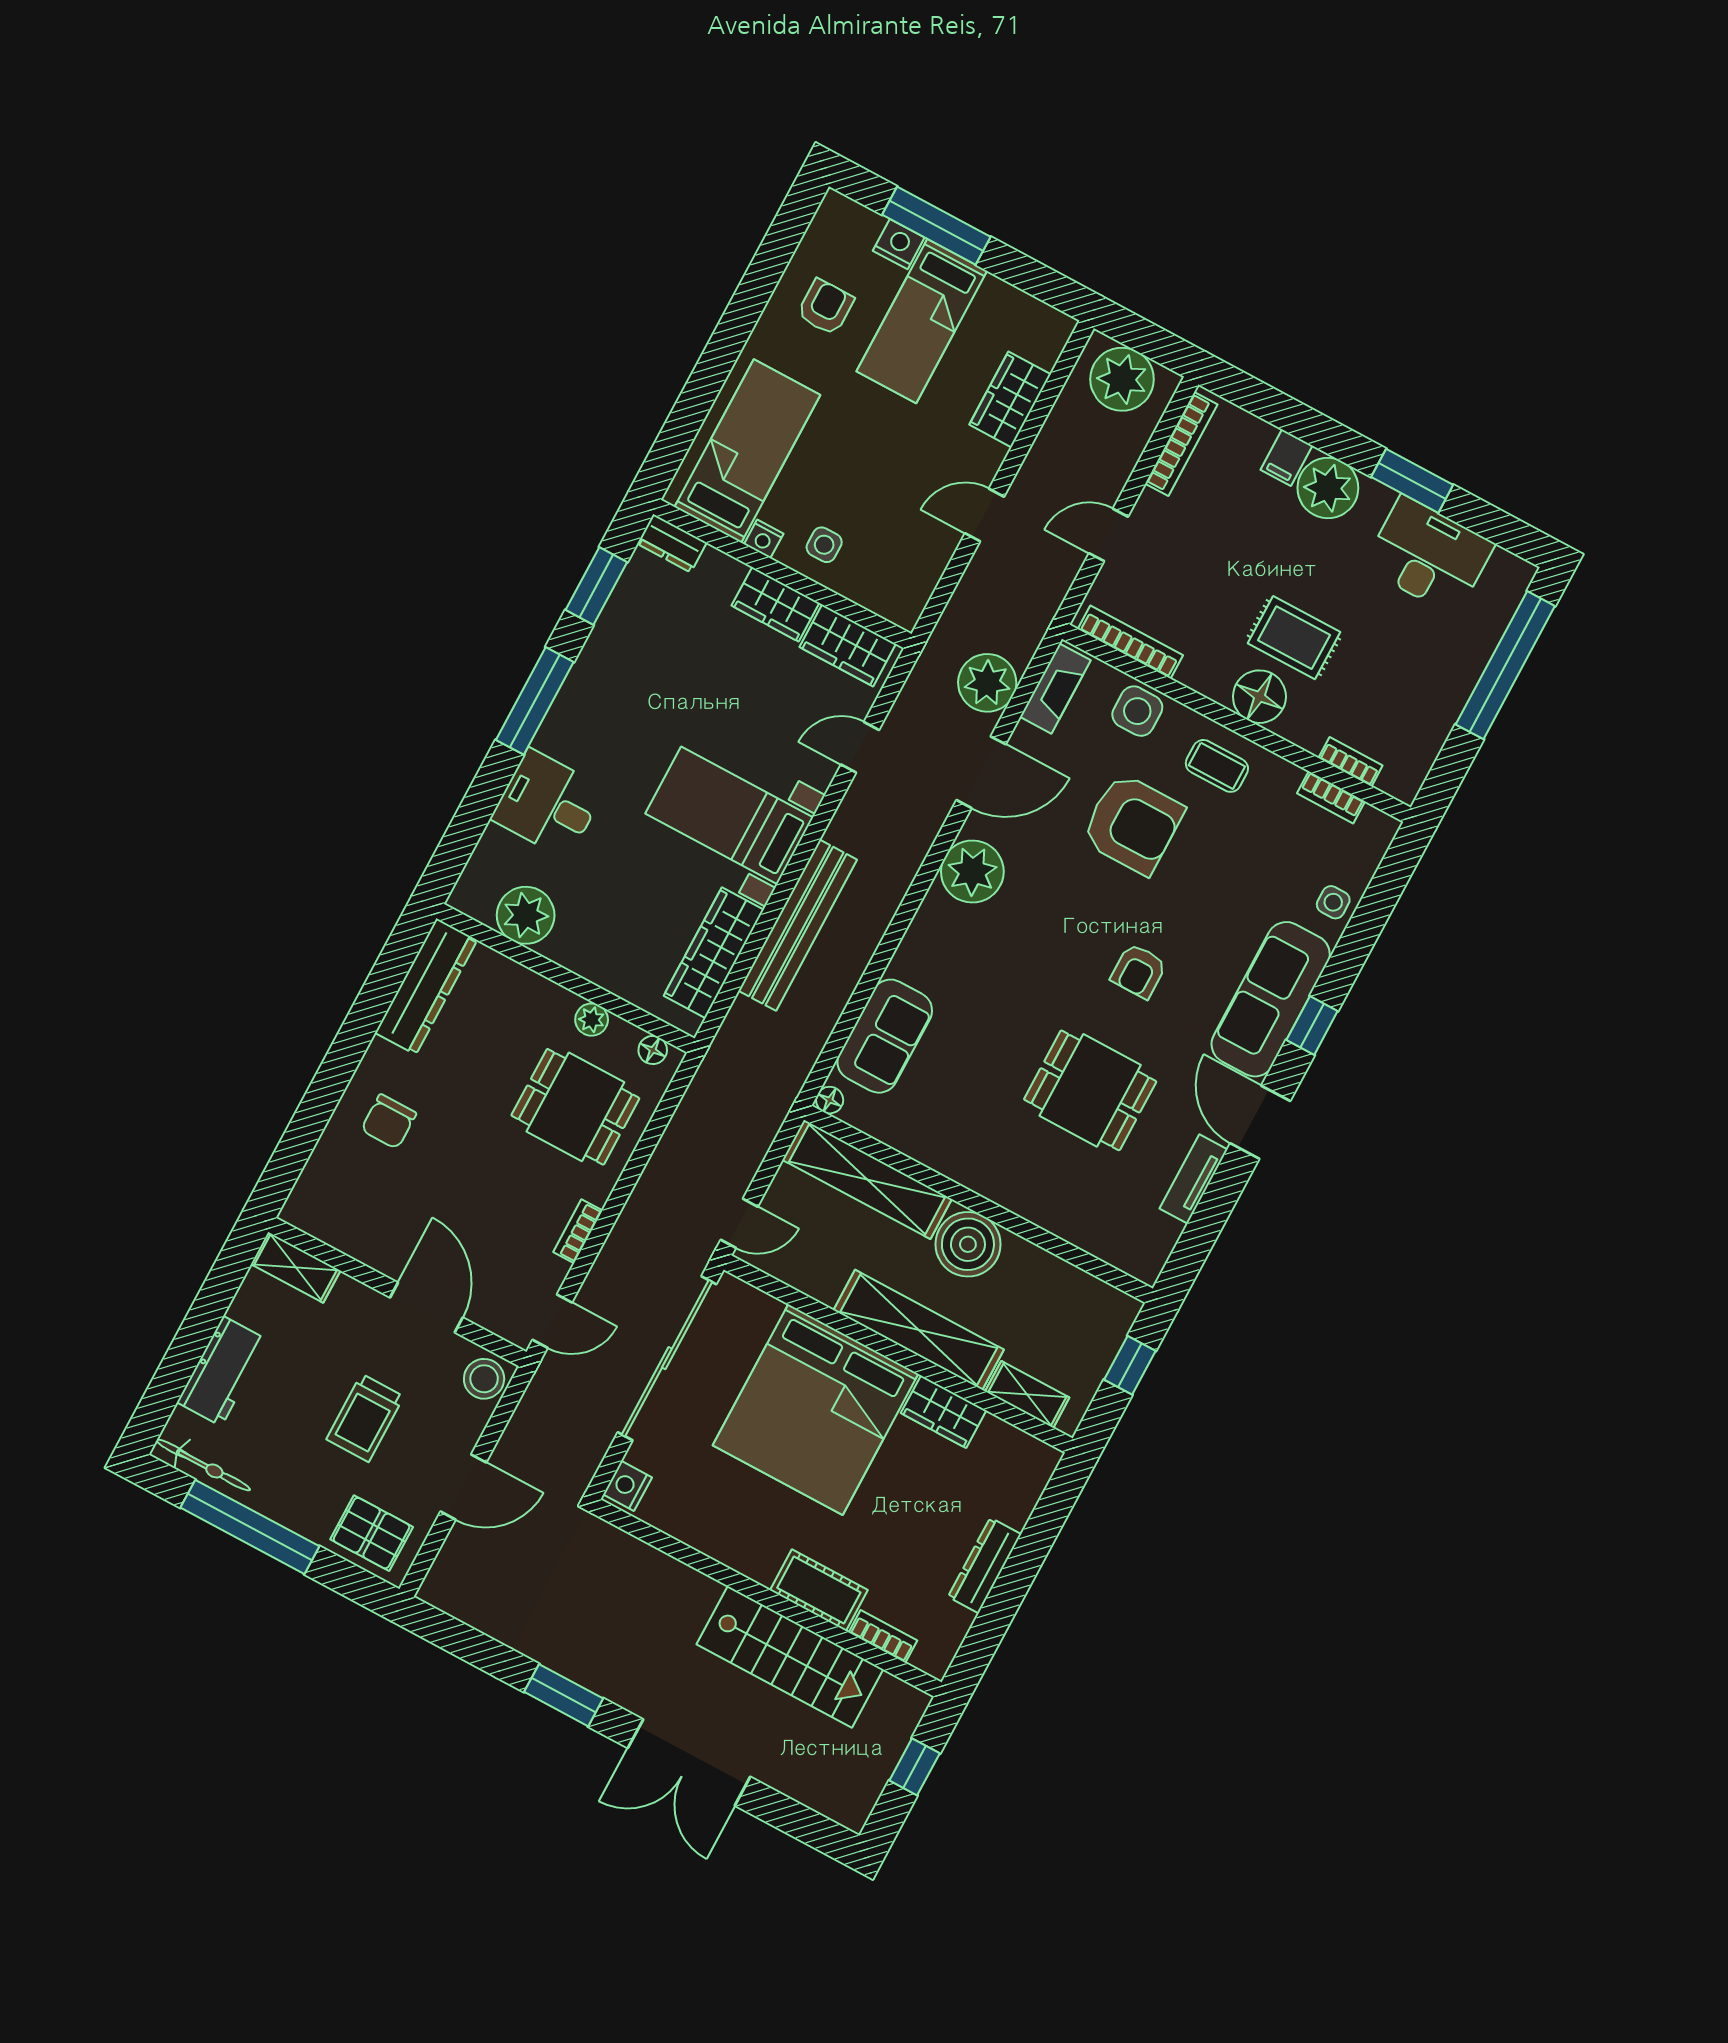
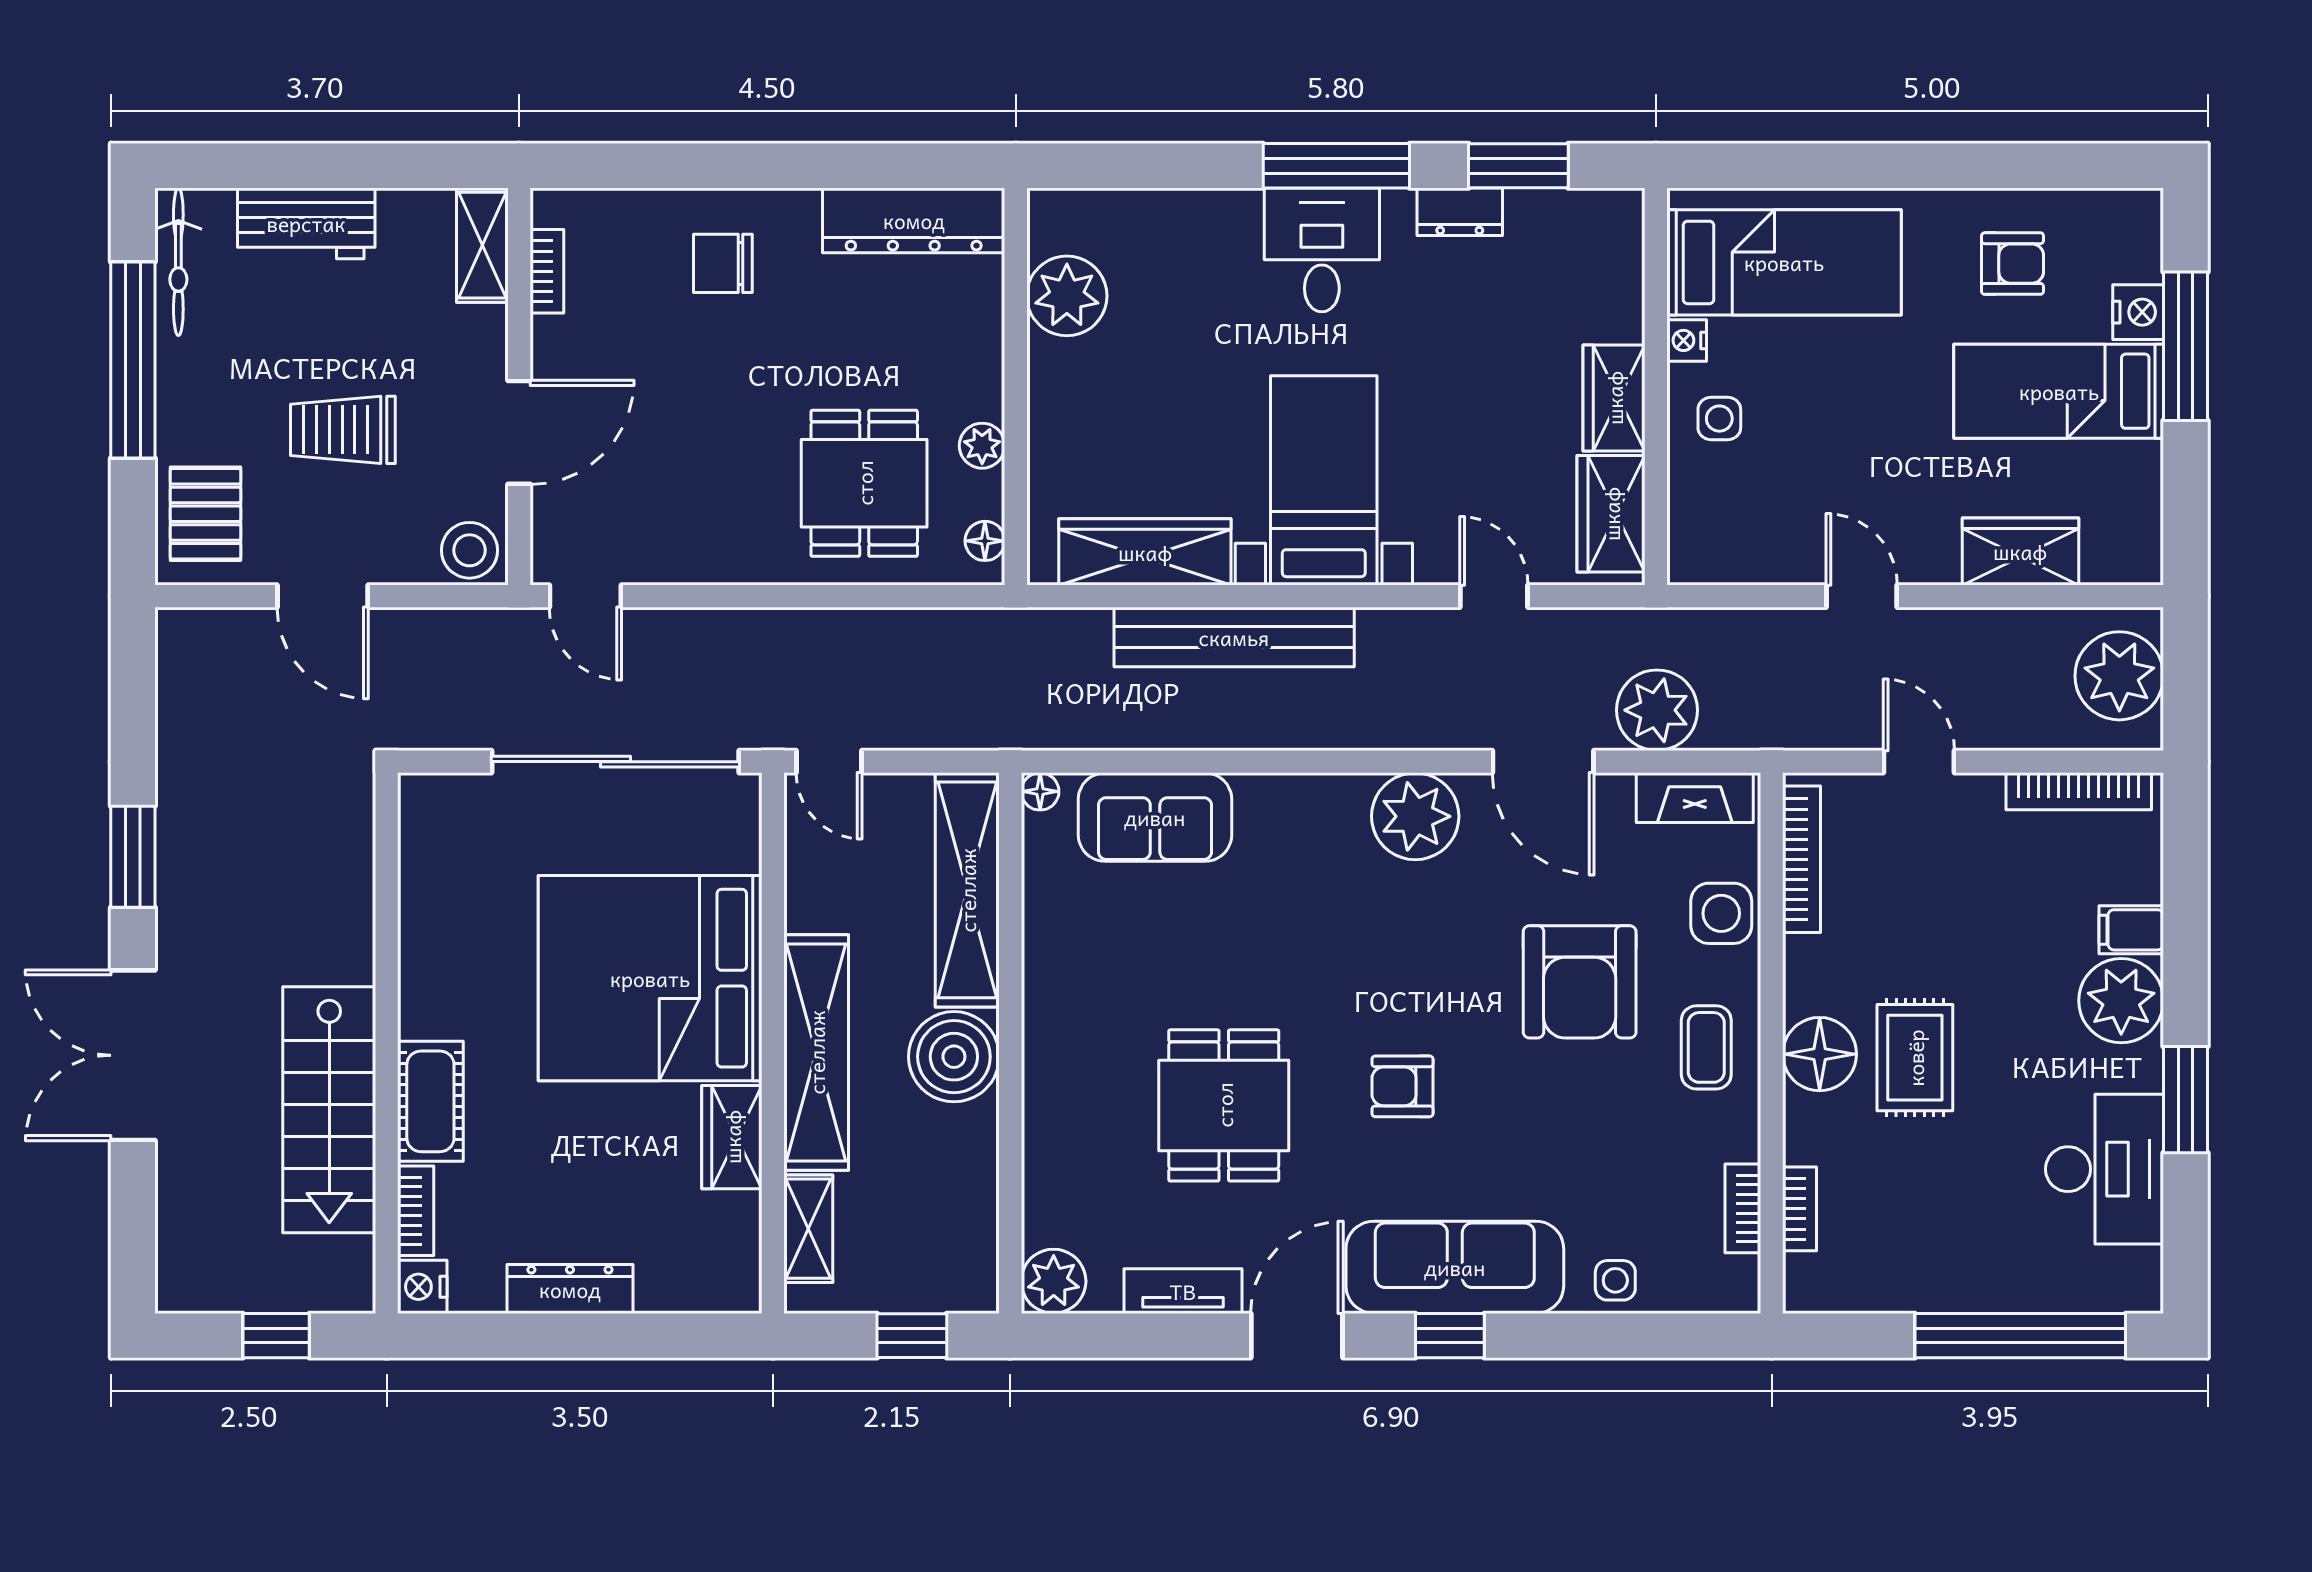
dresser: (672, 543) -> (1460, 212), moved, turned -90
desk: (548, 804) -> (1322, 250), moved
bookcase: (578, 1231) -> (547, 271), moved, turned 90
plant: (1144, 1257) -> (1054, 1281), added
nightstand: (627, 1486) -> (422, 1287), moved, turned -90

